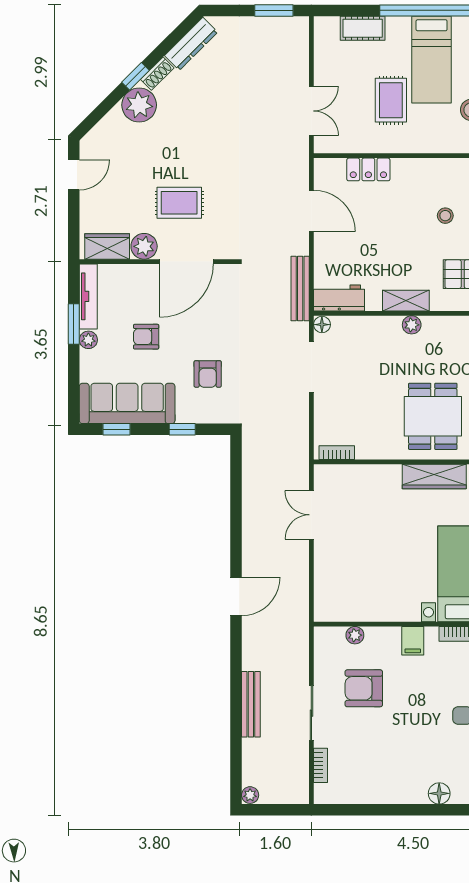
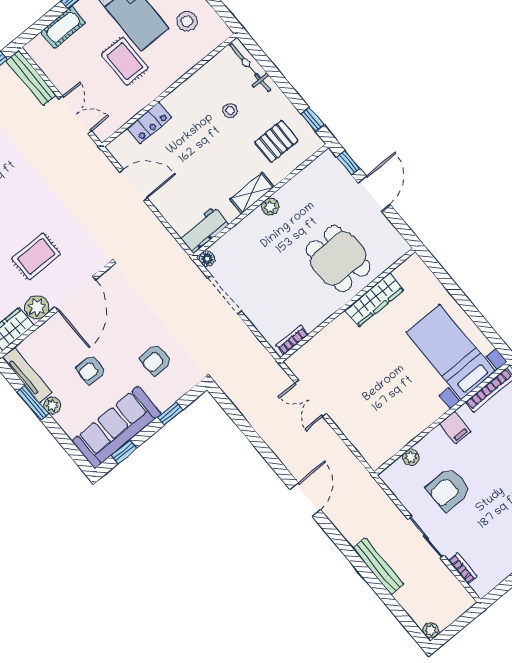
bench: (300, 289) -> (31, 78), moved
armchair: (208, 374) -> (156, 360), turned 88

